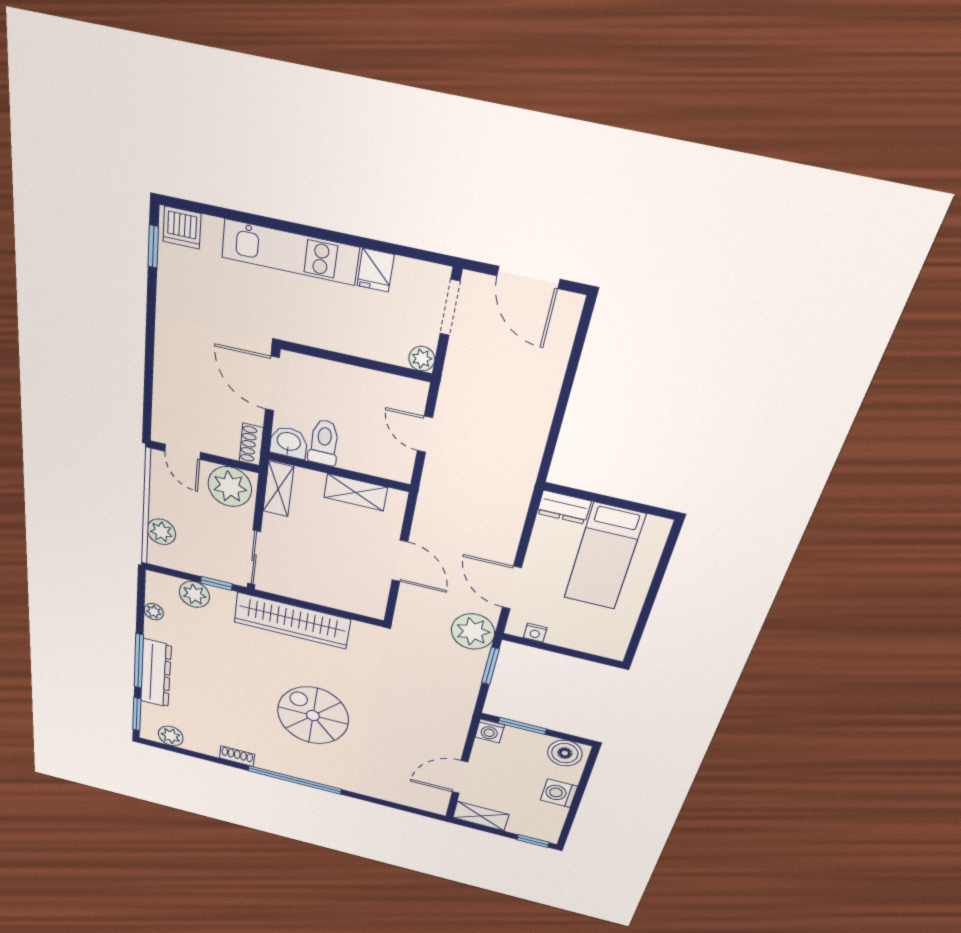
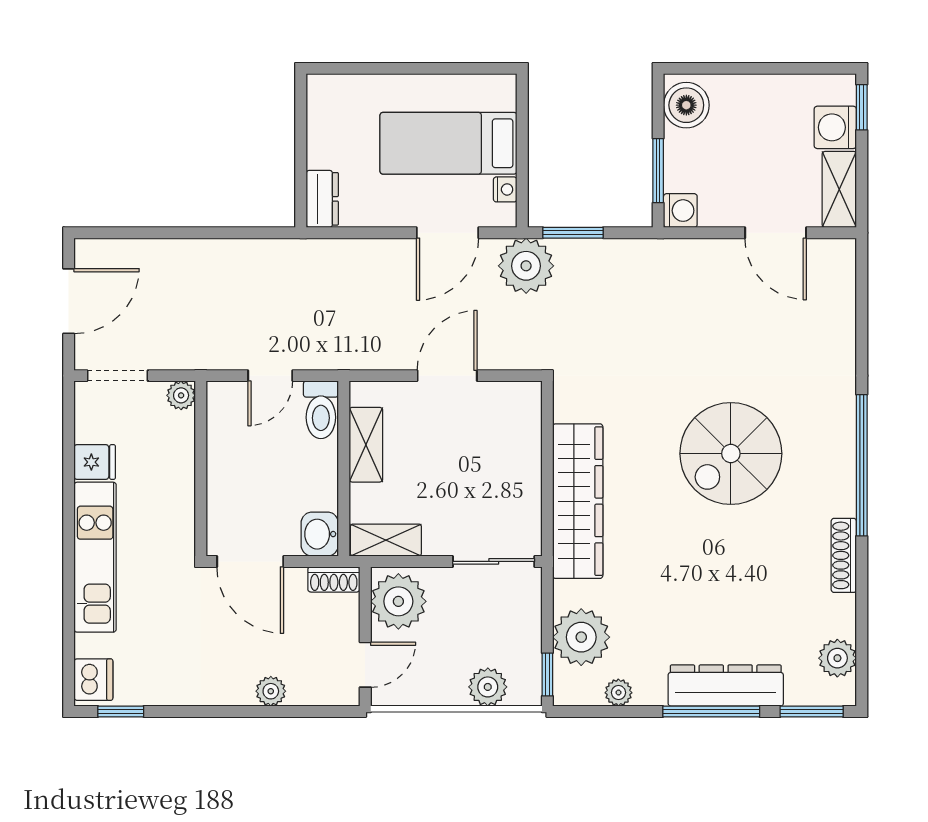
plant: (165, 376) -> (271, 691), added
door: (272, 384) -> (250, 561), hinge flipped
toilet: (324, 442) -> (321, 410), moved, turned -90
bed: (604, 557) -> (448, 143), moved, turned 180
window: (216, 583) -> (547, 674), moved
plant: (194, 594) -> (581, 637), width x1.36, depth x1.36
shoe rack: (237, 756) -> (844, 555), width x1.43
washing machine: (559, 793) -> (835, 127), moved, turned 90

